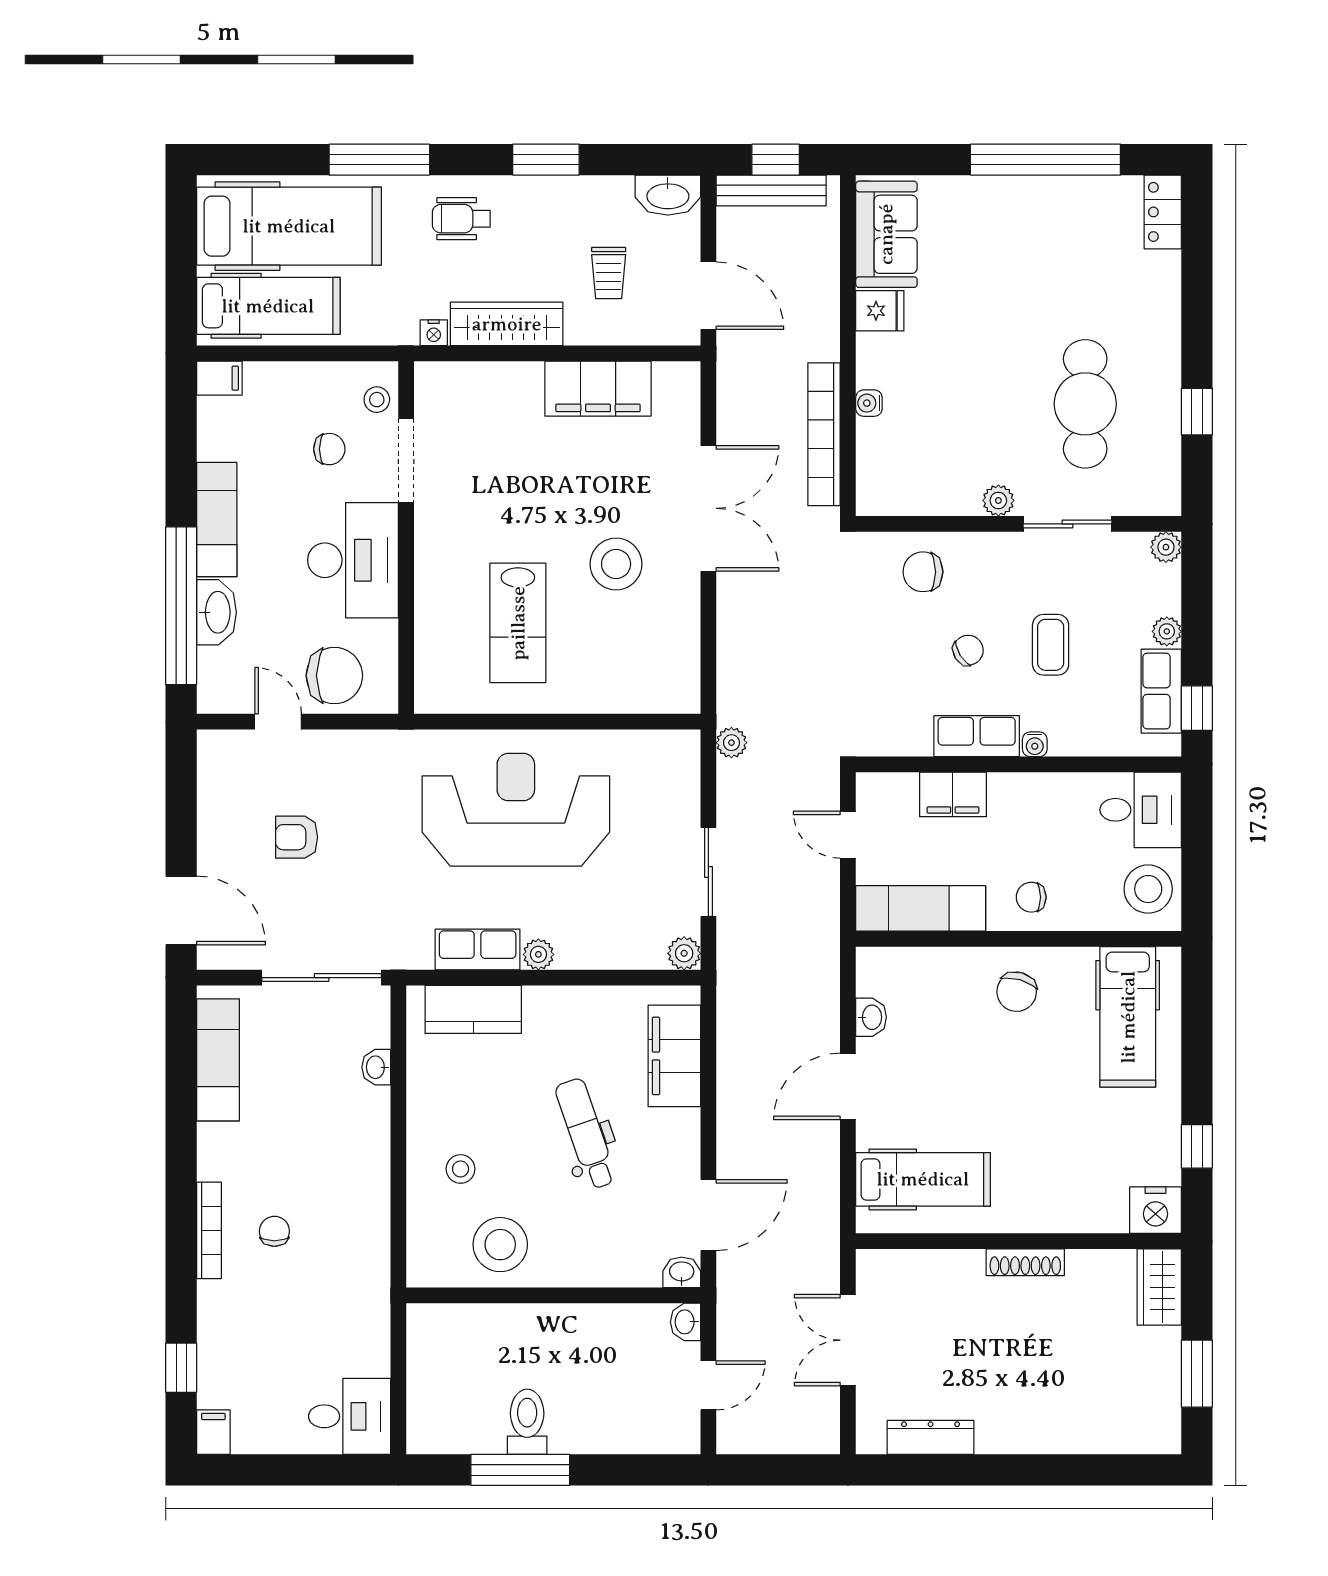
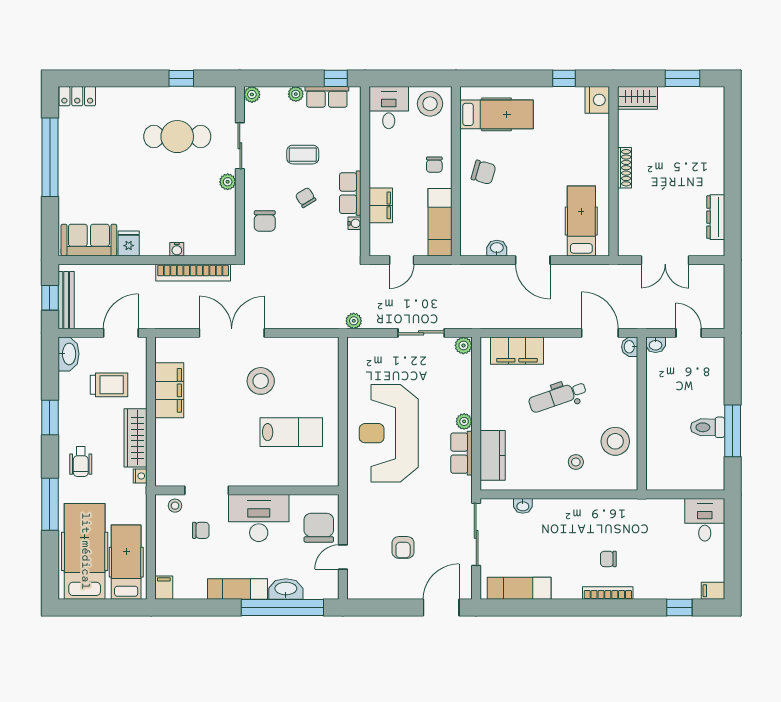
trolley: (609, 273) -> (109, 385), width x1.36, depth x1.39
chair: (329, 449) -> (201, 530), turned 90
water cooler: (1035, 744) -> (355, 223), moved

